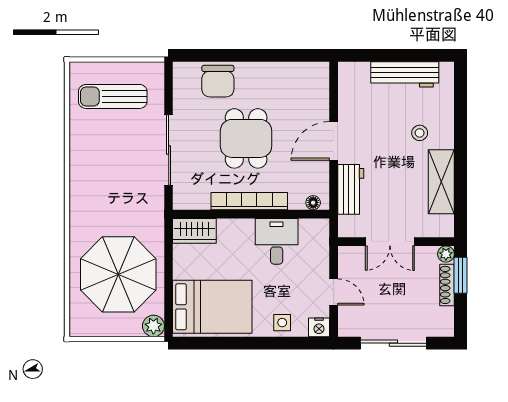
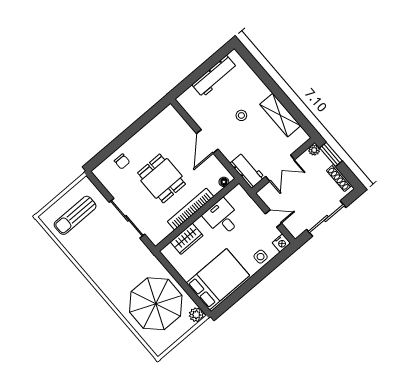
chair: (218, 81) -> (122, 162), width x0.54, depth x0.54
stool: (420, 133) -> (241, 115), moved
workbench: (351, 189) -> (247, 170), moved
wardrobe: (194, 231) -> (187, 239), moved
shoe rack: (447, 285) -> (339, 178), moved

